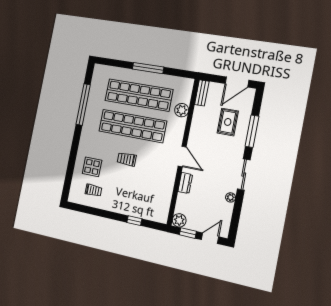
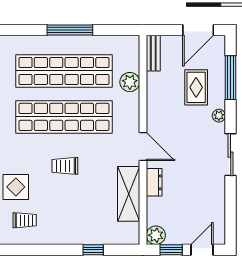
window: (252, 131) -> (231, 78), moved
shelving: (166, 187) -> (129, 194), added
plant: (231, 197) -> (219, 116), moved

